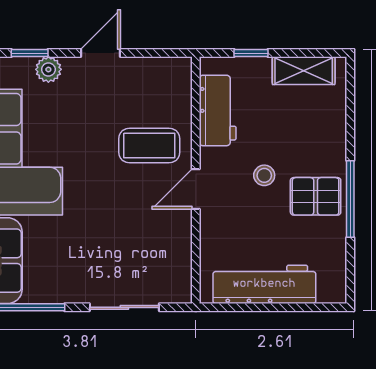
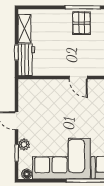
workbench: (218, 110) -> (26, 60), moved, turned 90
coffee table: (149, 146) -> (58, 99), removed
stool: (264, 175) -> (72, 46), removed

